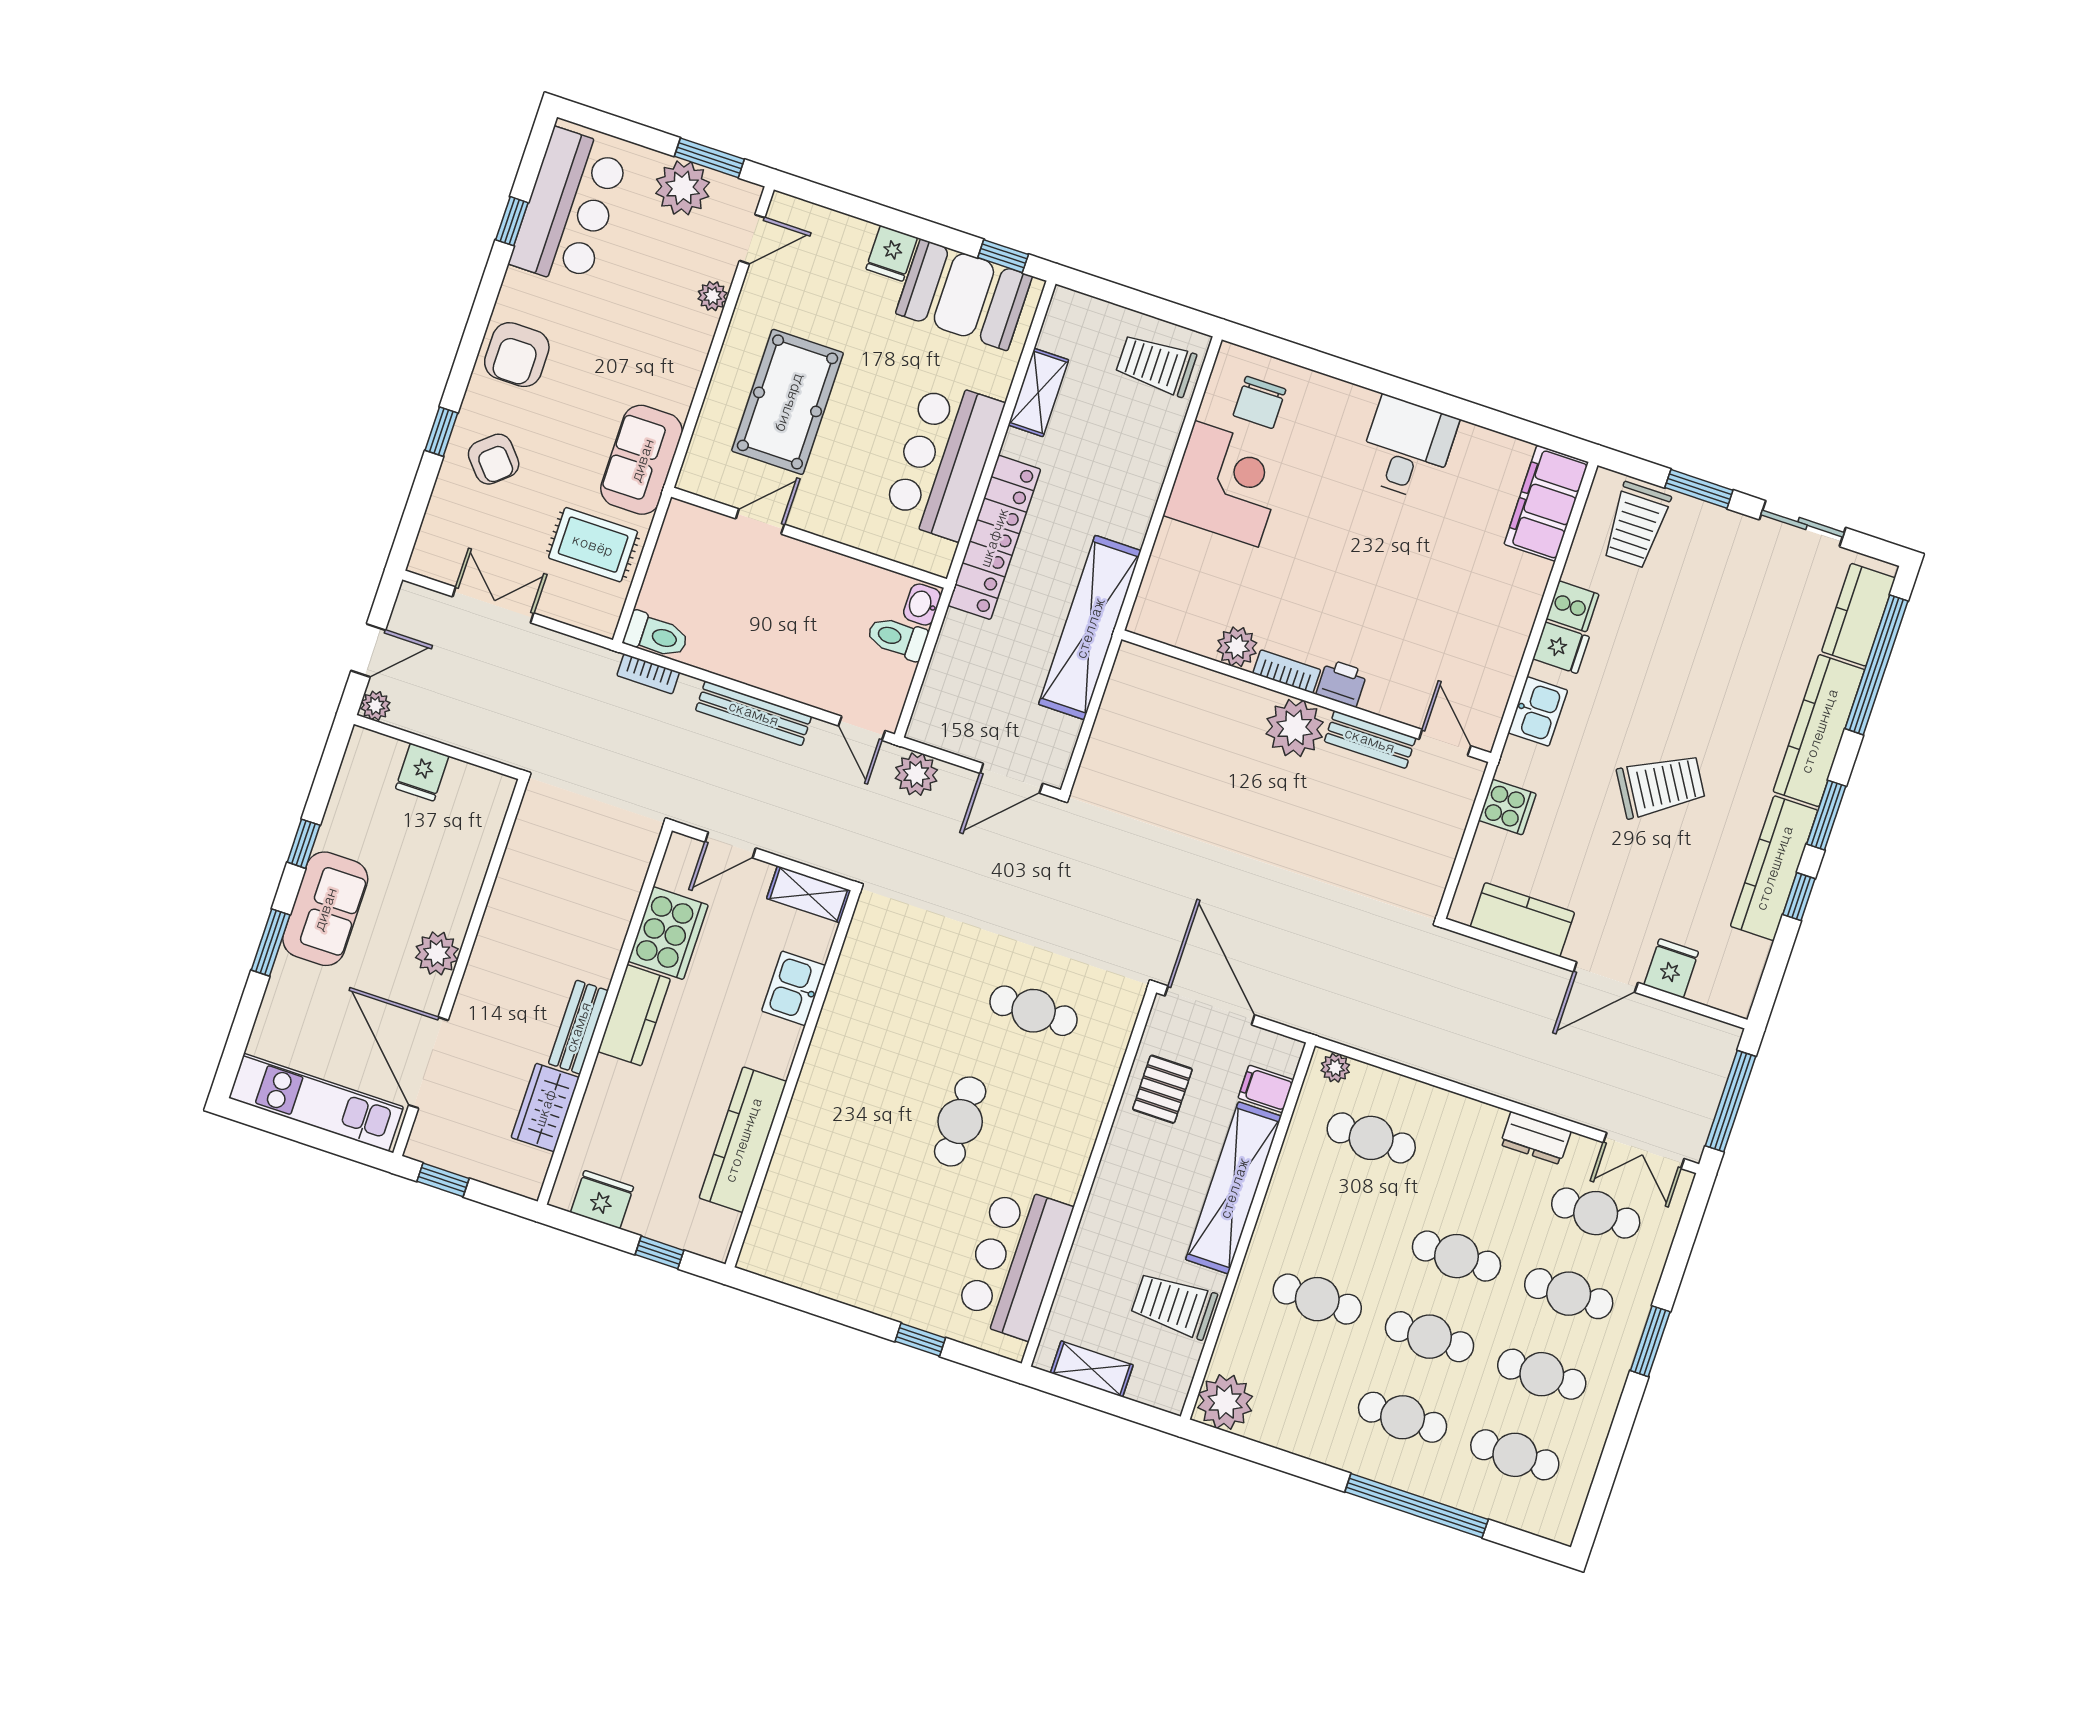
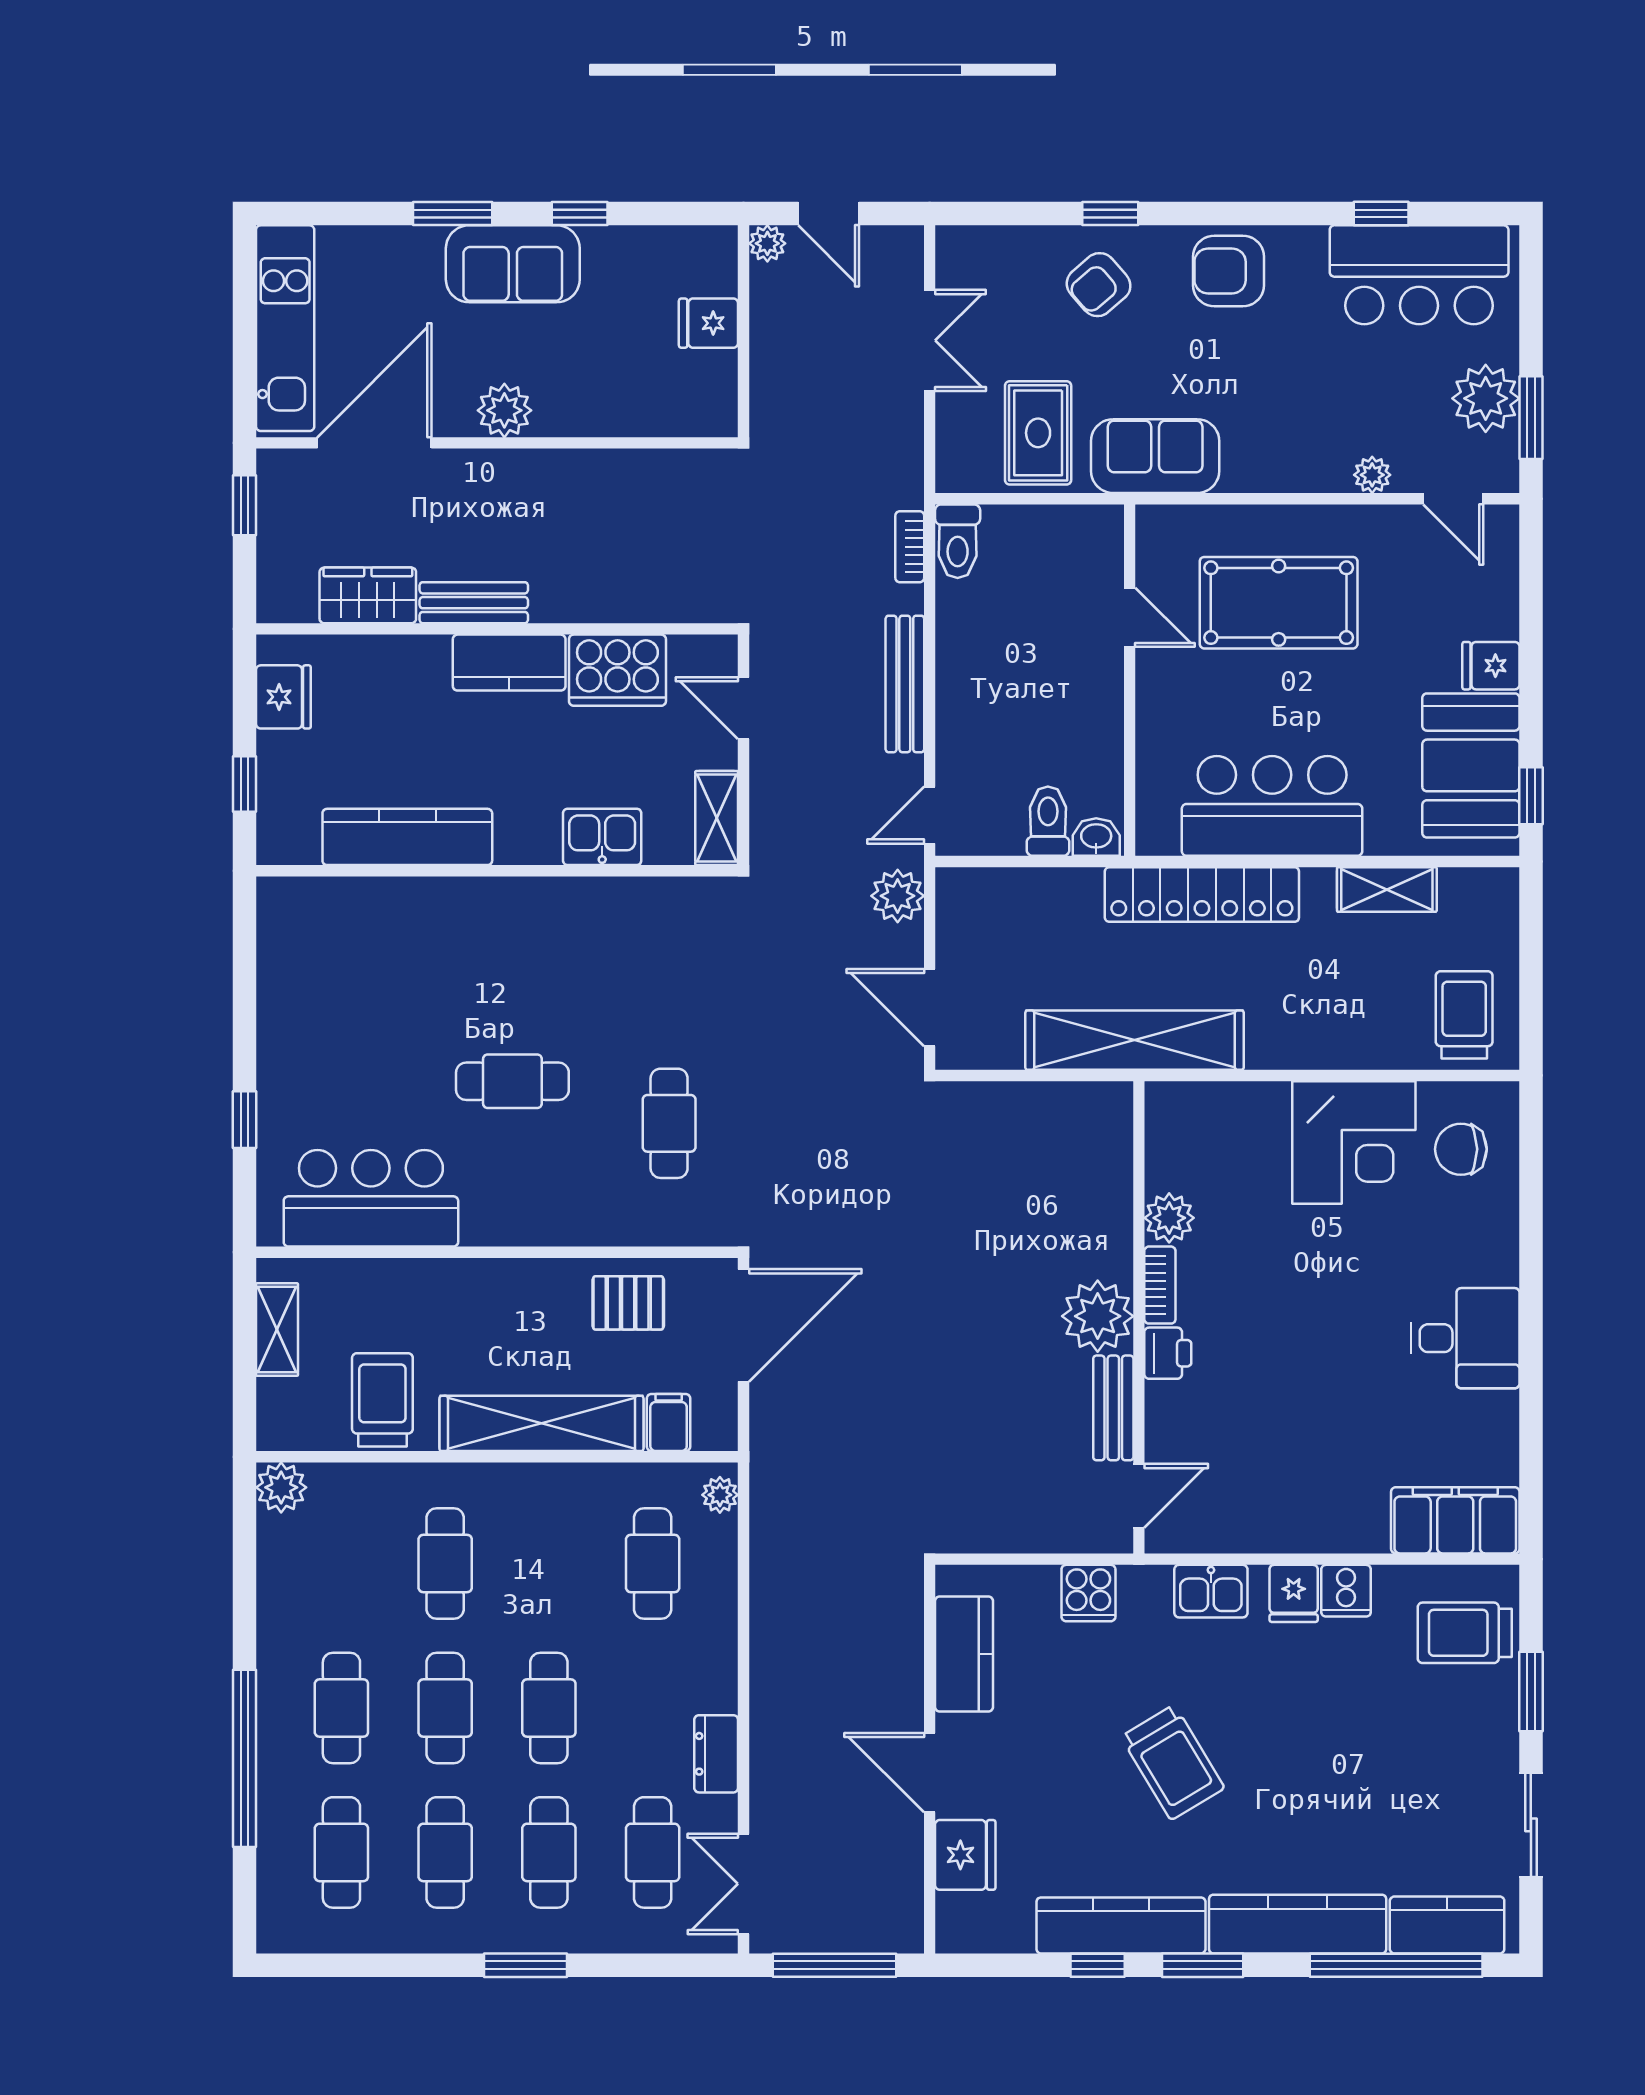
fridge: (1671, 968) -> (965, 1855), width x1.38
plant: (1225, 1402) -> (281, 1487), width x0.73, depth x0.73

